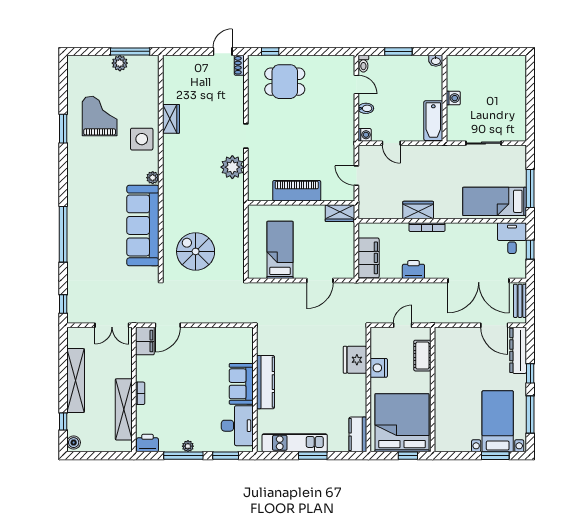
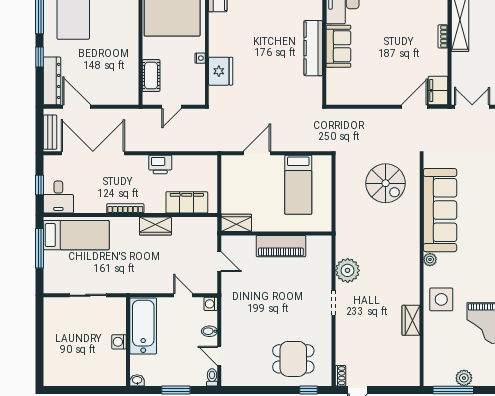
bathtub: (433, 121) -> (143, 326), width x1.36, depth x1.36
bookcase: (427, 227) -> (125, 208), moved
filing cabinet: (369, 258) -> (187, 202), moved, turned 90
nightstand: (379, 368) -> (200, 58), width x0.53, depth x0.56

